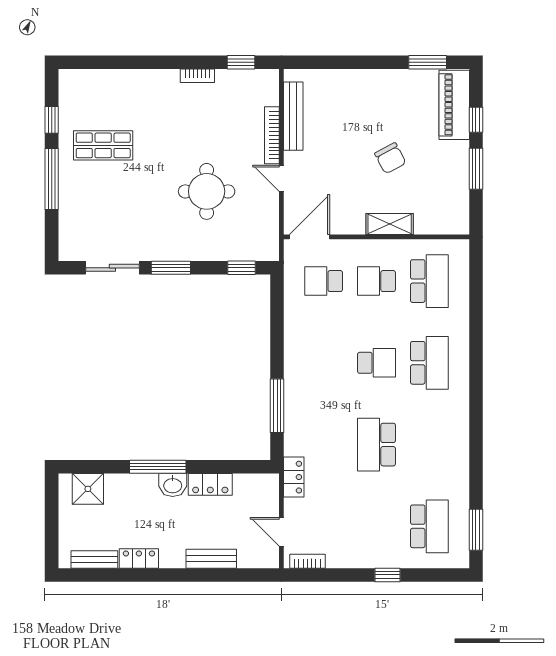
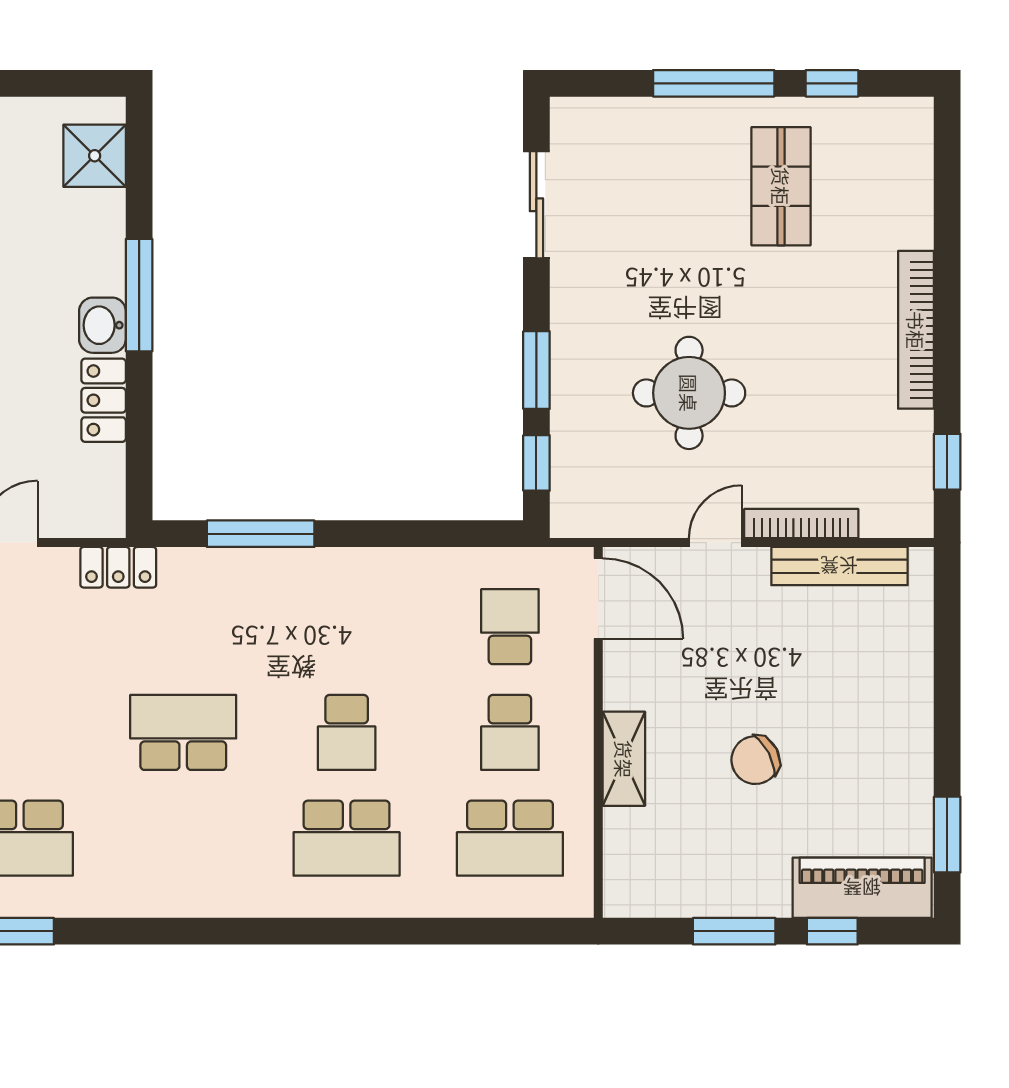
bookcase: (197, 76) -> (916, 330), width x2.31, depth x1.31
window: (171, 268) -> (536, 370), moved
school desk: (376, 281) -> (510, 732), turned 180

